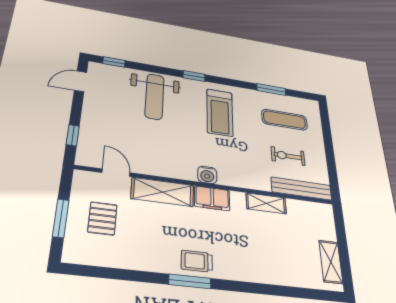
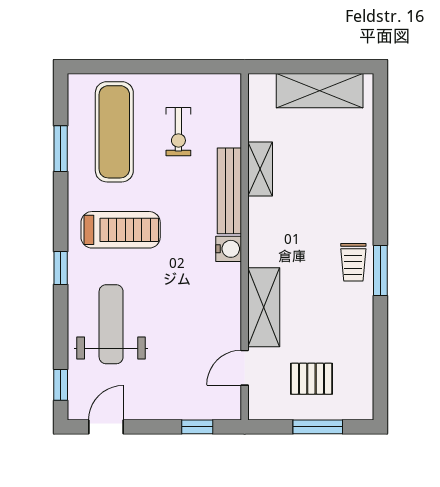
door: (81, 81) -> (106, 427), swing flipped
weight bench: (155, 96) -> (111, 324), turned -90
exercise mat: (285, 120) -> (114, 132), width x1.36, depth x1.45
bench: (301, 189) -> (229, 191), moved
filing cabinet: (212, 198) -> (263, 242), removed
shelving: (331, 262) -> (320, 91), width x1.50, depth x1.33

